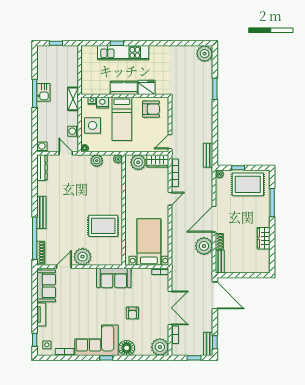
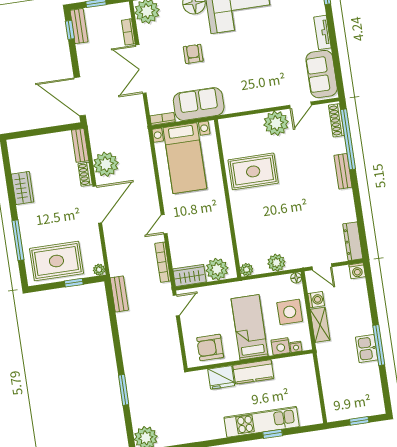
shelving: (73, 99) -> (320, 325), moved
bench: (41, 212) -> (343, 171), width x0.73
sofa: (114, 278) -> (199, 104), moved

